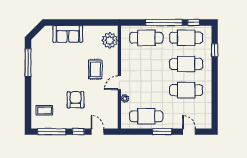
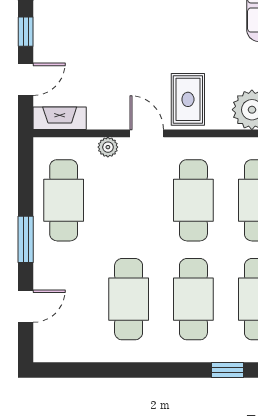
cafe table: (146, 64) -> (193, 200), added
rug: (95, 69) -> (188, 99), moved, turned 90
armchair: (76, 100) -> (105, 25), removed
fireplace: (113, 118) -> (60, 118), added

